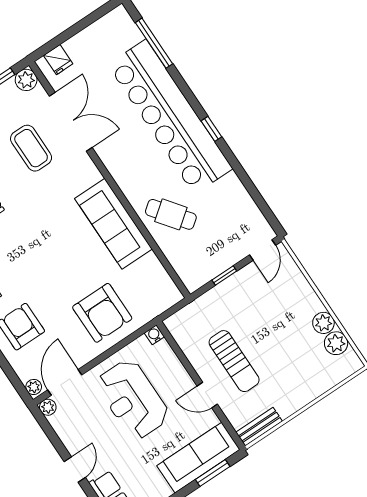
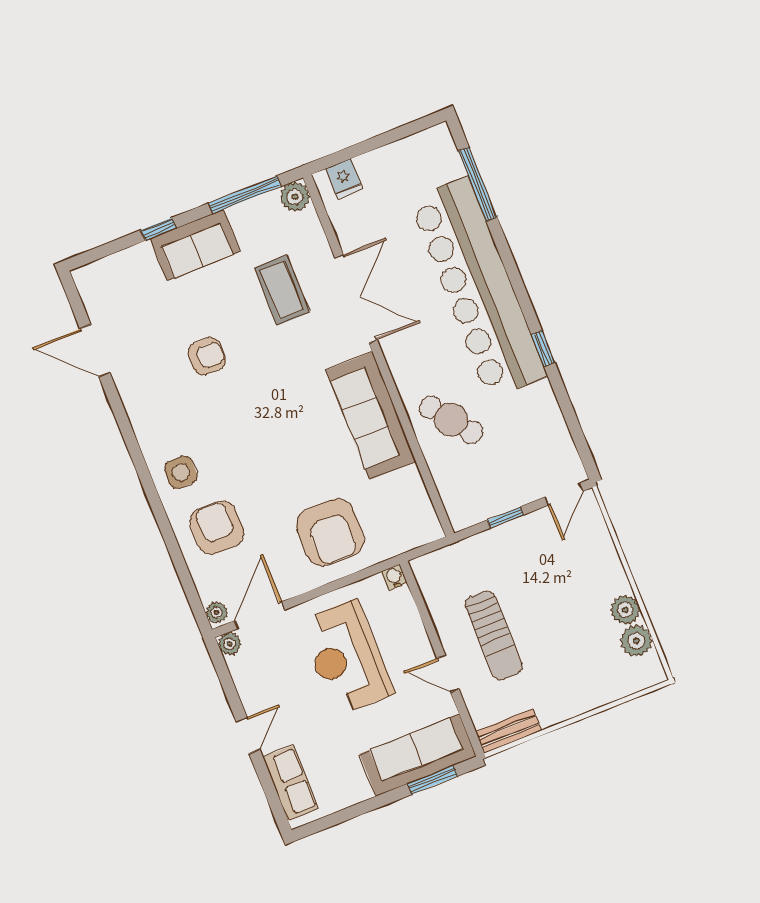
double door: (71, 122) -> (356, 299), moved
window: (211, 129) -> (543, 349), moved

